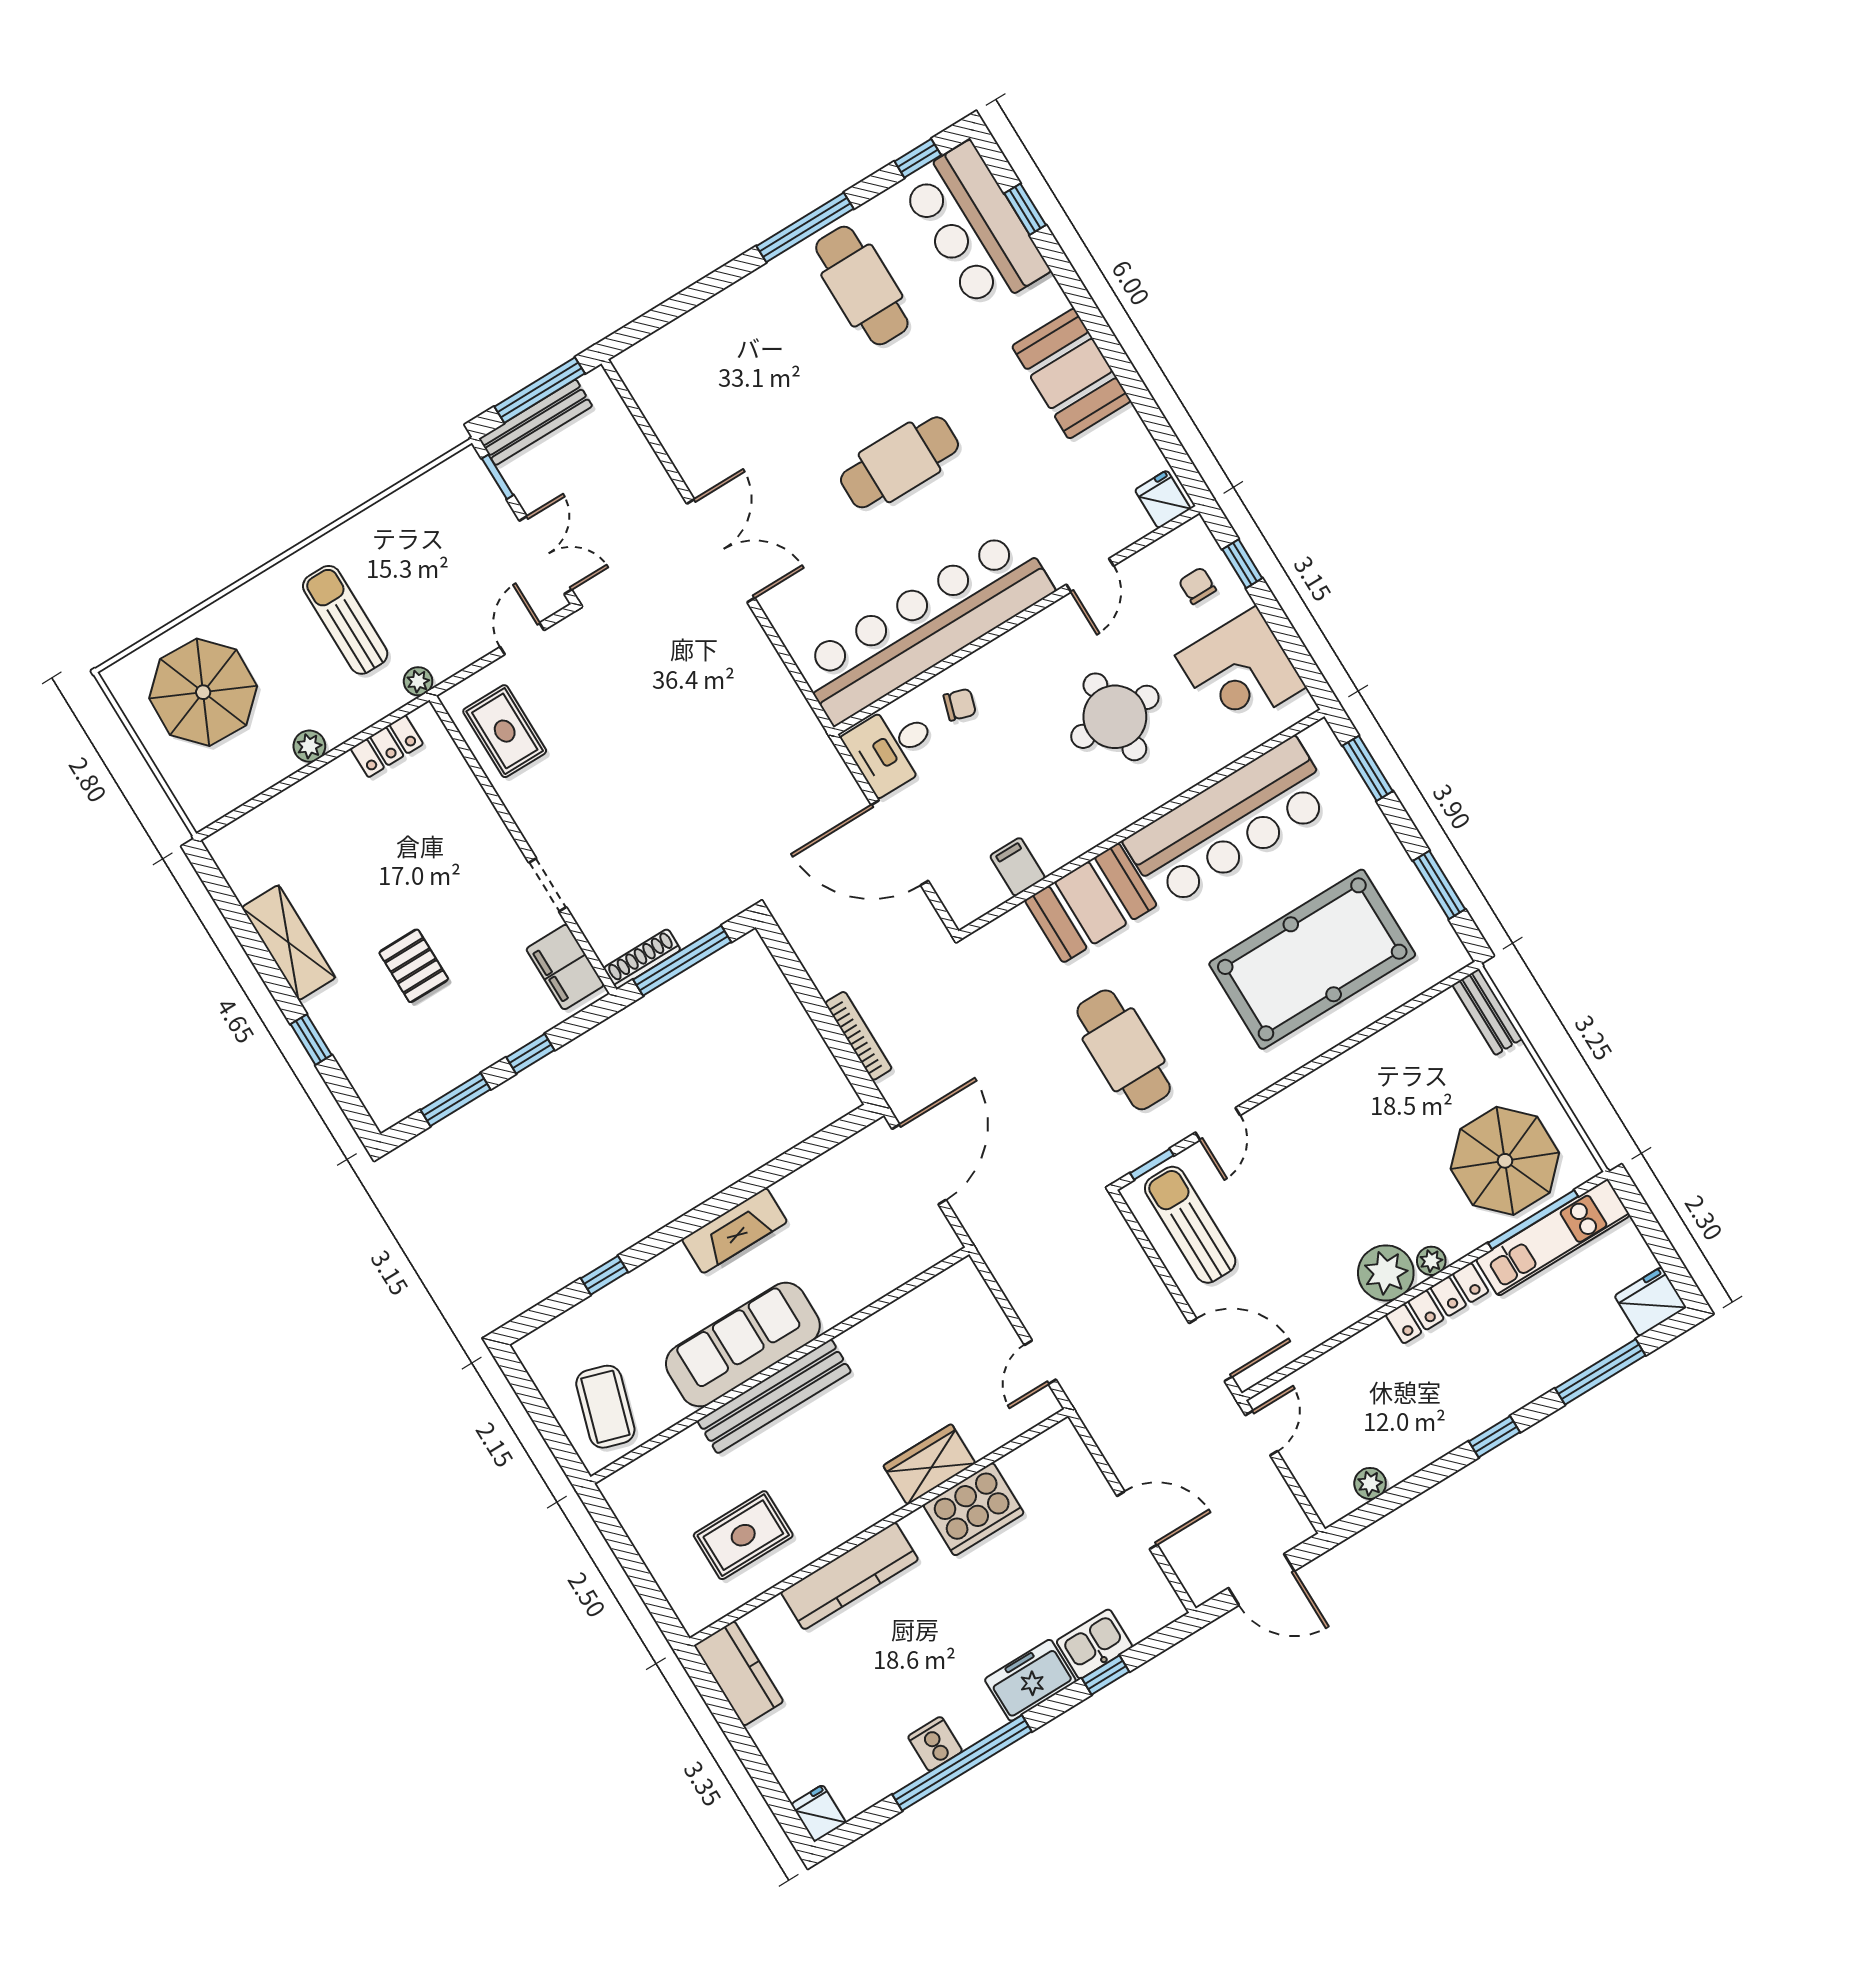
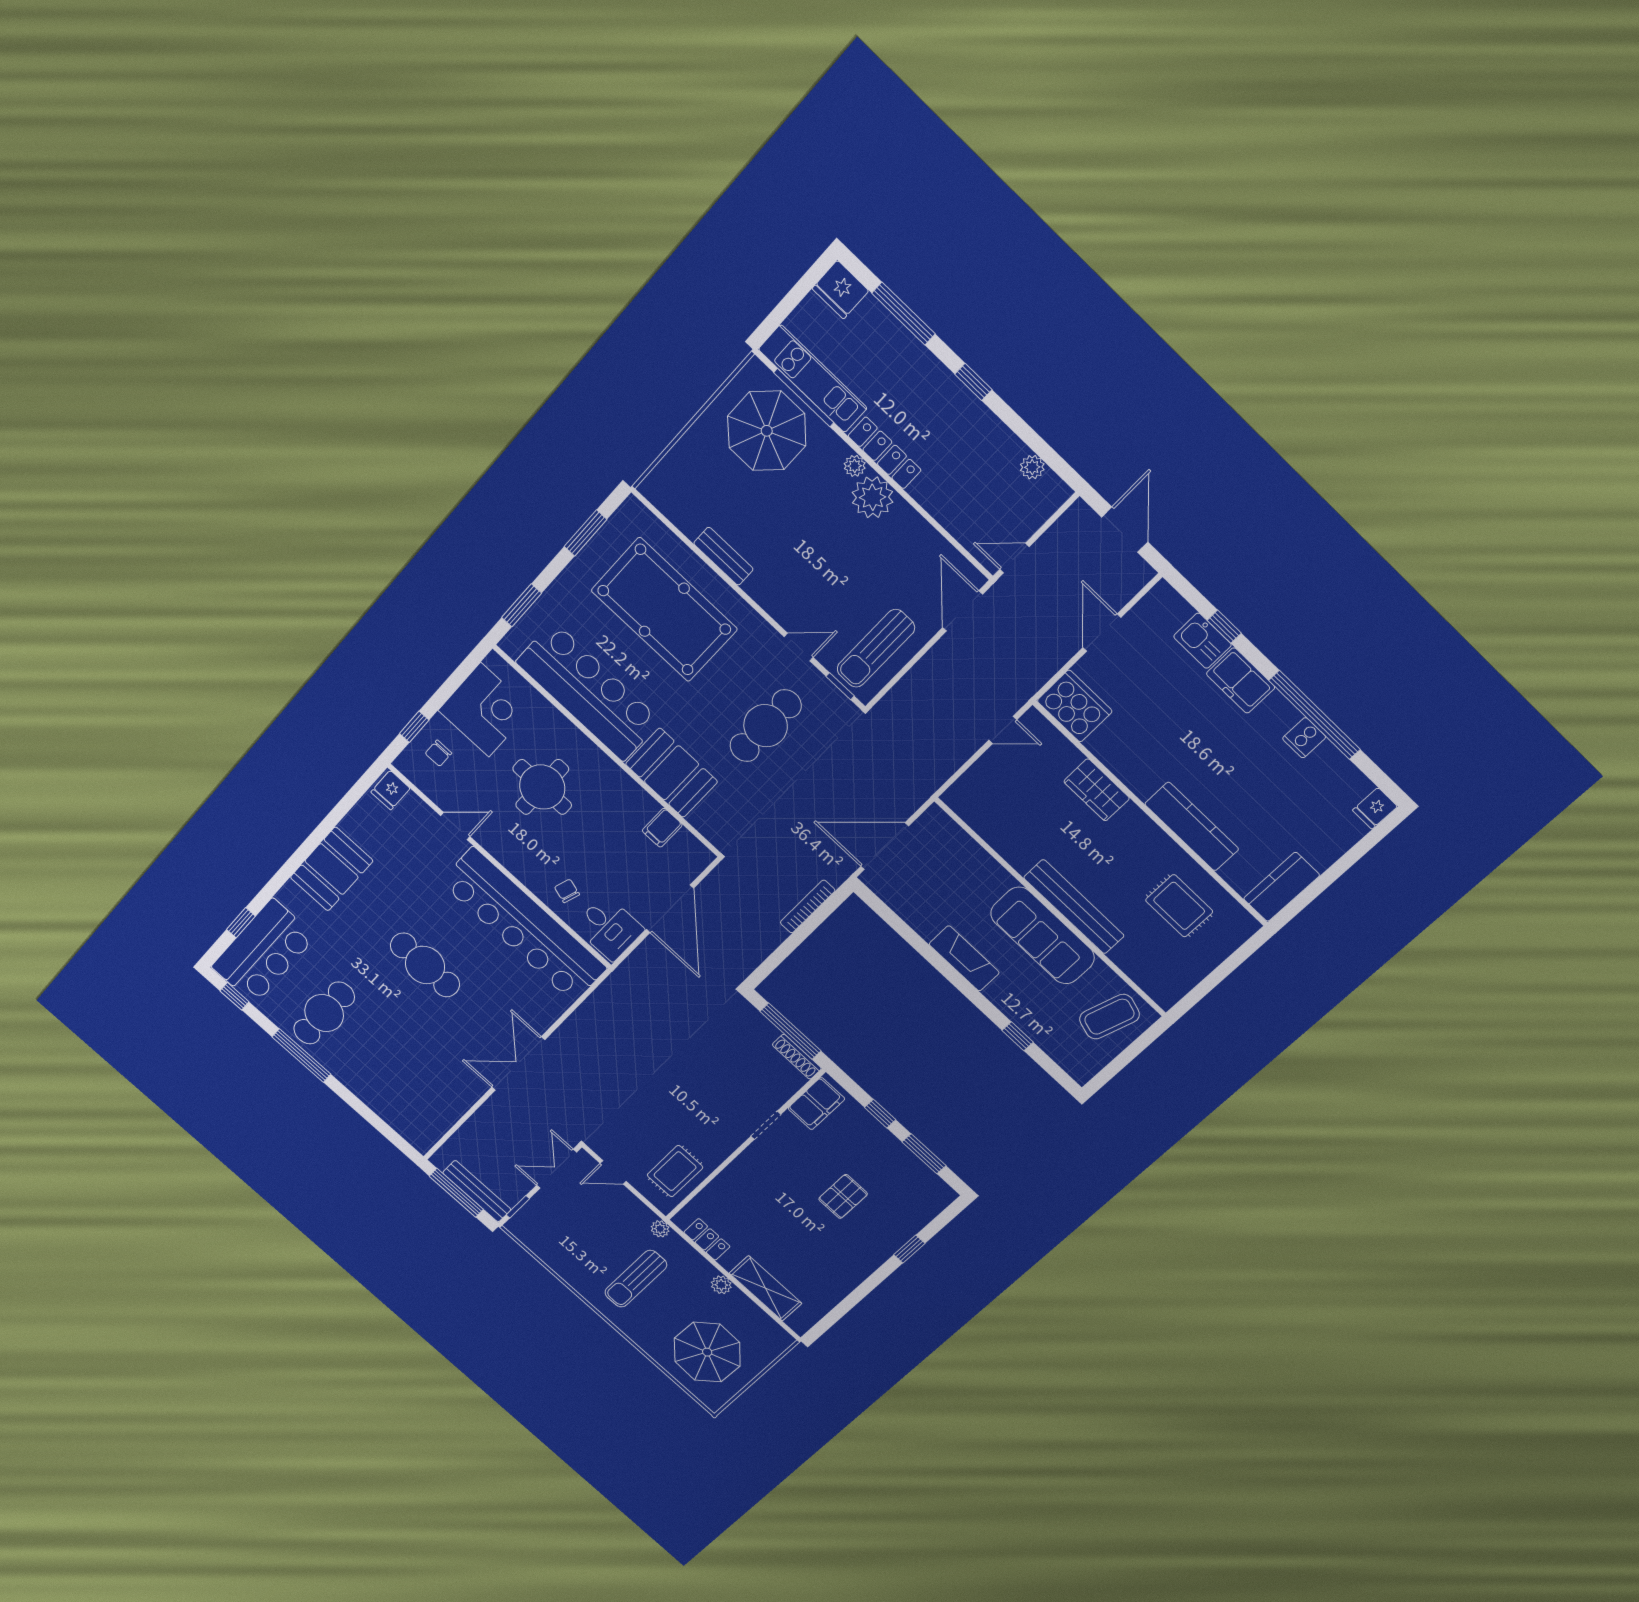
shelving: (289, 943) -> (766, 1288), moved, turned 90
bench: (1487, 1012) -> (723, 556), moved, turned 90
cooker: (974, 1509) -> (1075, 706), moved

